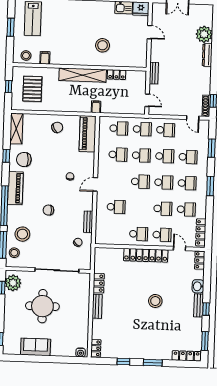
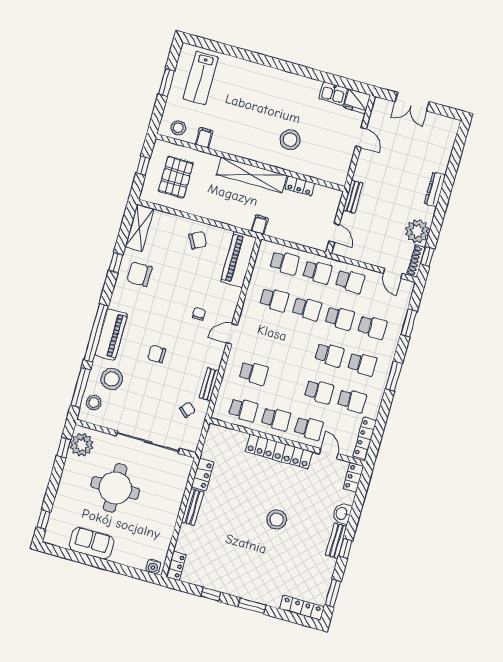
plant: (204, 34) -> (417, 231), moved
school desk: (140, 182) -> (243, 410), moved
piano: (15, 188) -> (111, 334), moved

